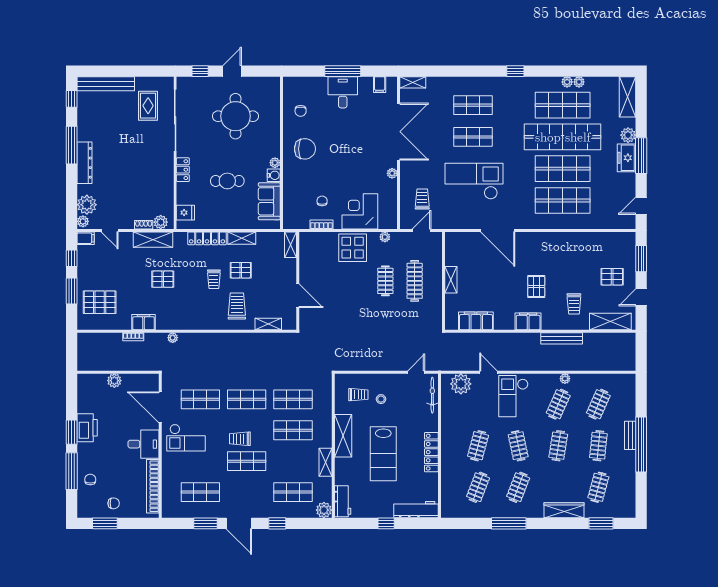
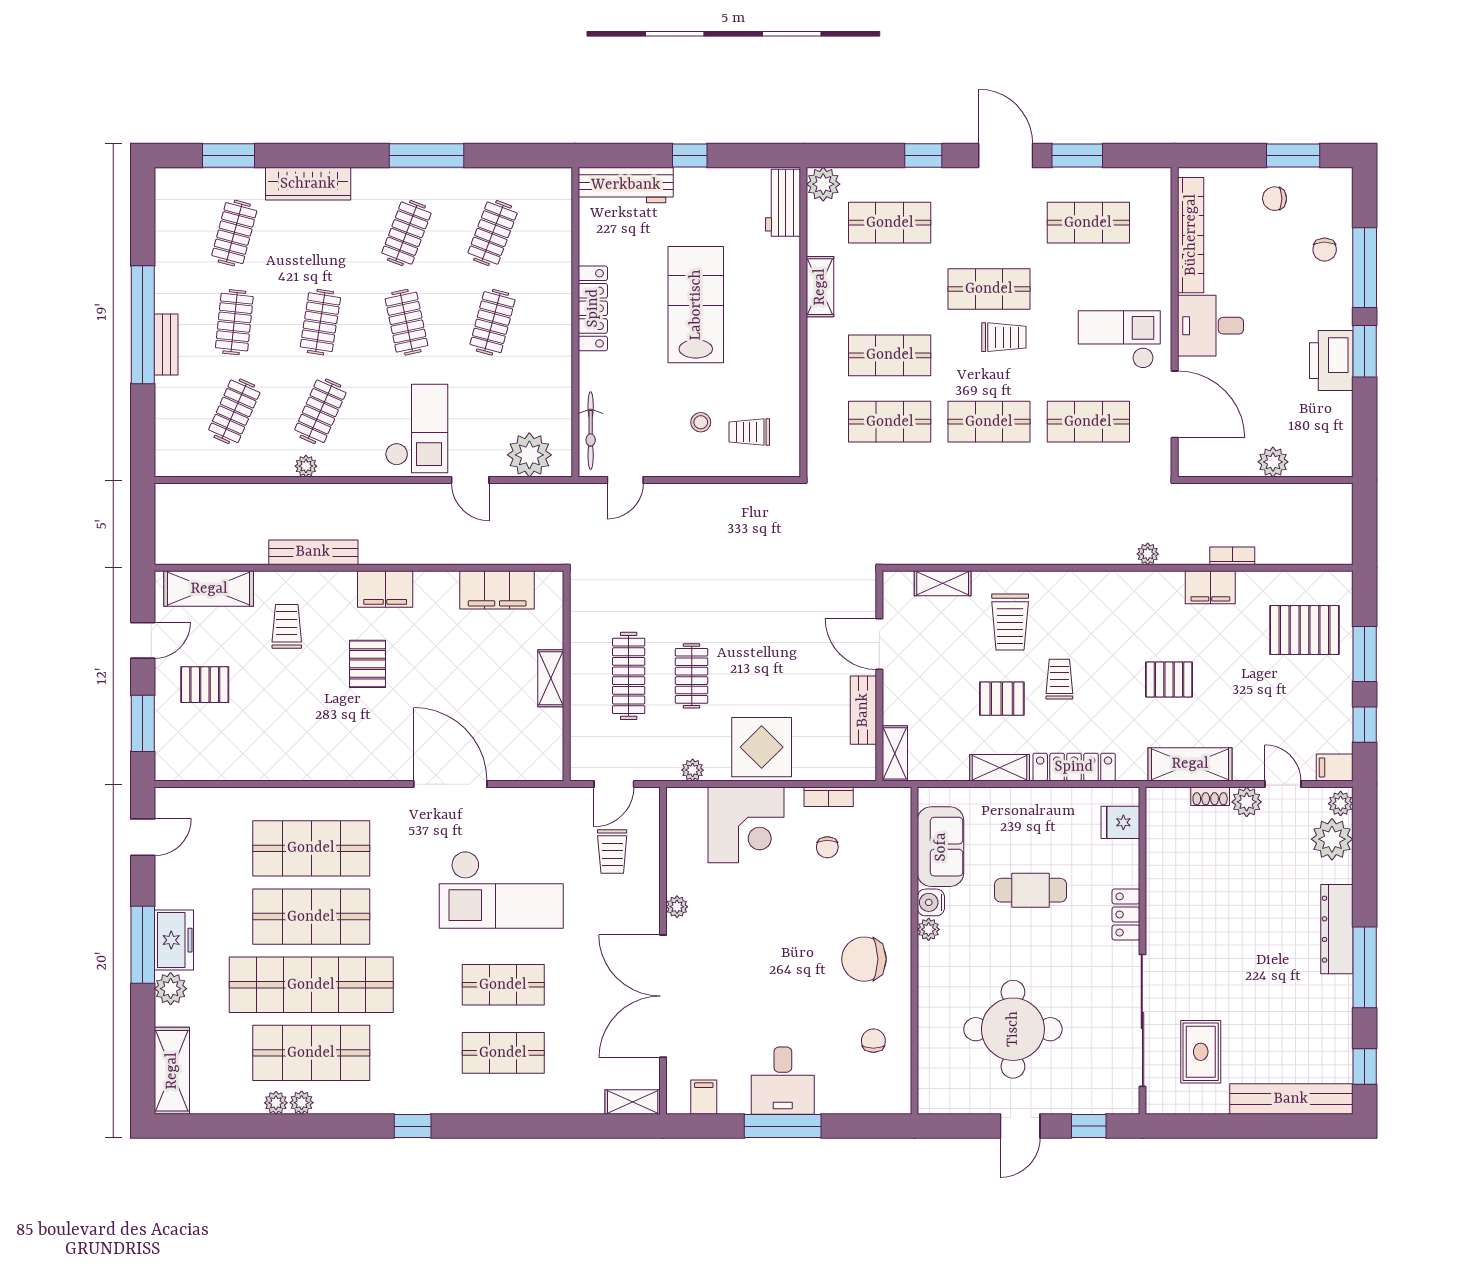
plant: (161, 222) -> (1247, 802), moved
bench: (305, 265) -> (863, 710), added
shelving: (343, 436) -> (782, 344), removed

